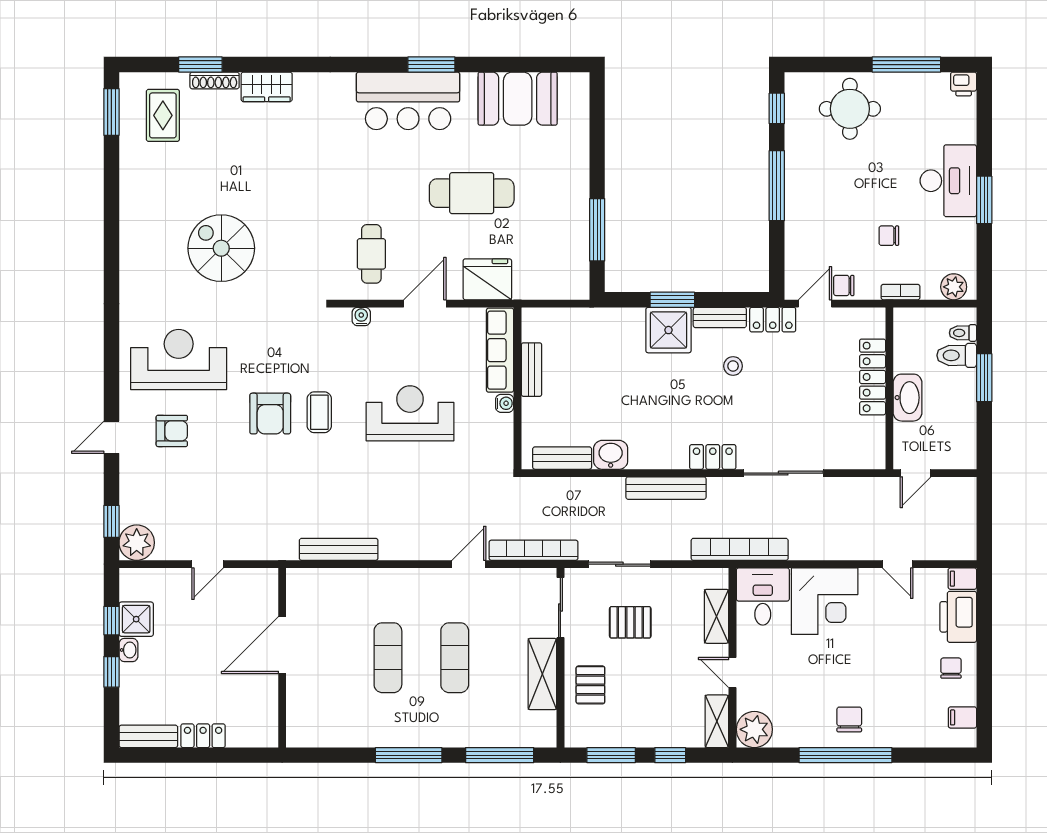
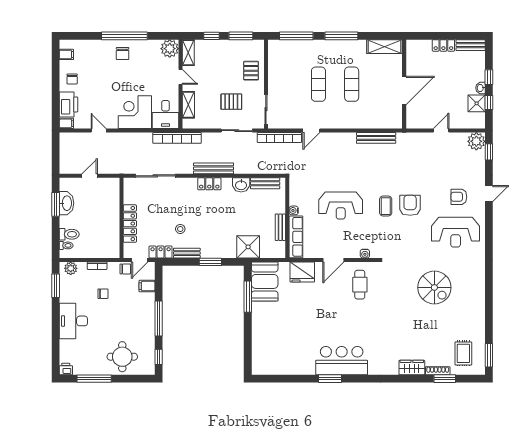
booth: (518, 99) -> (265, 281), moved, turned 90
cafe table: (472, 193) -> (310, 315), removed
window: (984, 200) -> (56, 286), moved
filing cabinet: (800, 251) -> (147, 286), added
shower: (668, 330) -> (248, 247), moved
locker: (873, 377) -> (130, 224), moved
window: (984, 378) -> (56, 204), moved
wall: (889, 388) -> (122, 218), moved
washbasin: (908, 398) -> (66, 203), moved, turned 180
locker: (713, 457) -> (209, 184), moved
shelving: (542, 674) -> (385, 47), moved, turned 90

